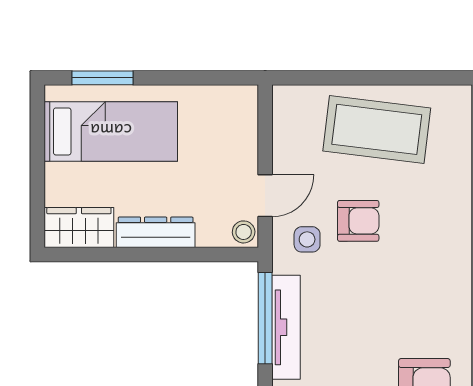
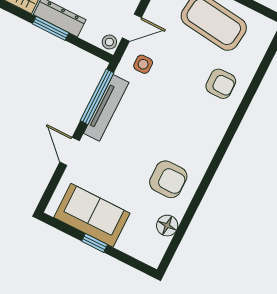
armchair: (358, 221) -> (221, 84), moved
window: (151, 255) -> (51, 28), added

